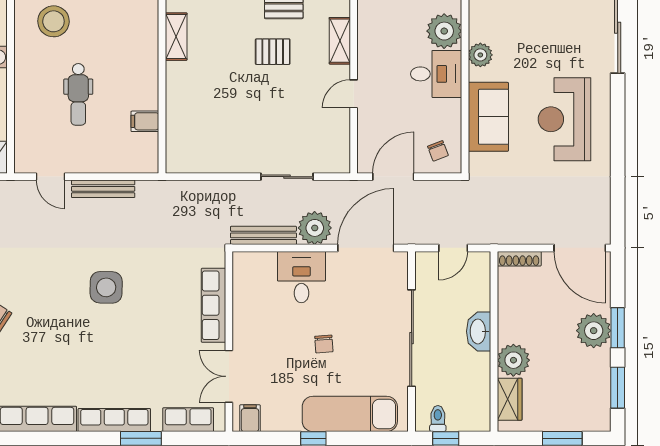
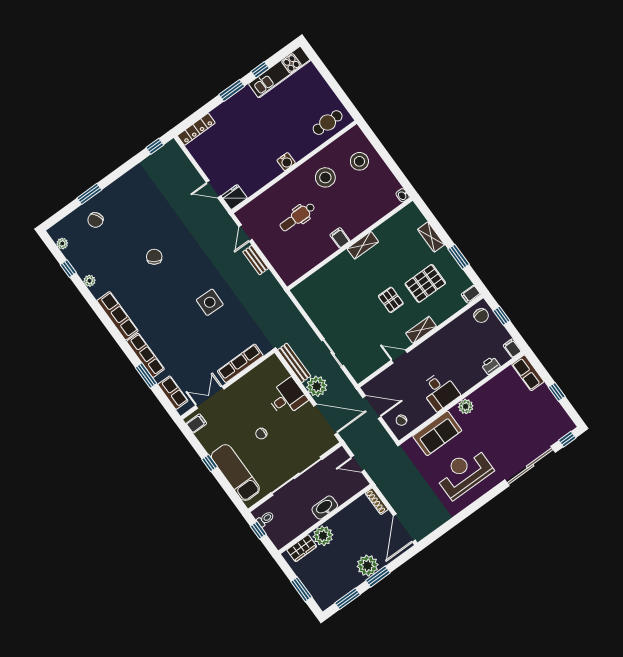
plant: (444, 31) -> (464, 379), removed
filing cabinet: (145, 121) -> (340, 238), moved
bench: (103, 189) -> (256, 260), width x0.73

